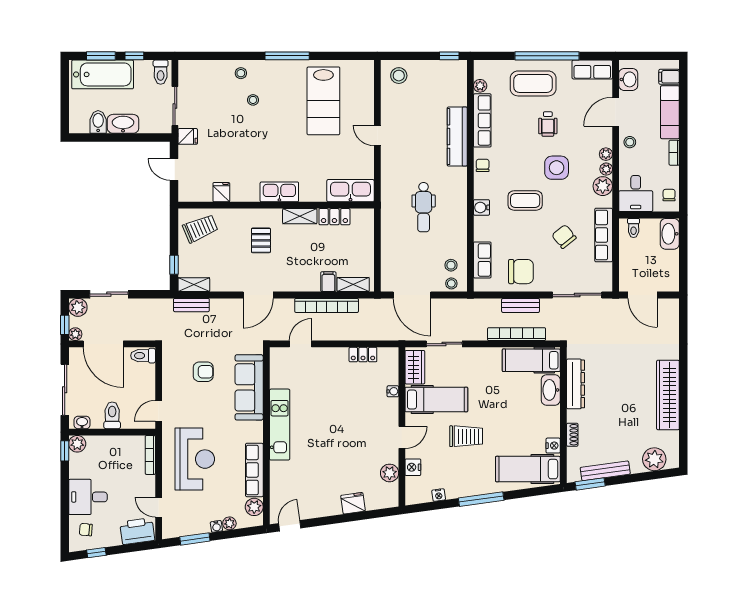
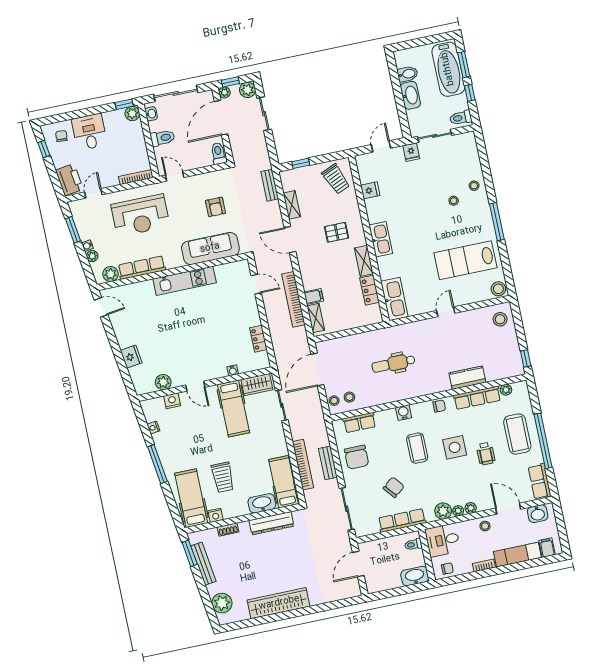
stool: (364, 70) -> (498, 289), added
wheelchair: (548, 124) -> (486, 454), turned -90
kitchen counter: (457, 137) -> (467, 378), width x0.67
side table: (557, 168) -> (455, 447), moved
shelving: (194, 285) -> (292, 205), moved
trolley: (466, 436) -> (223, 477), moved

